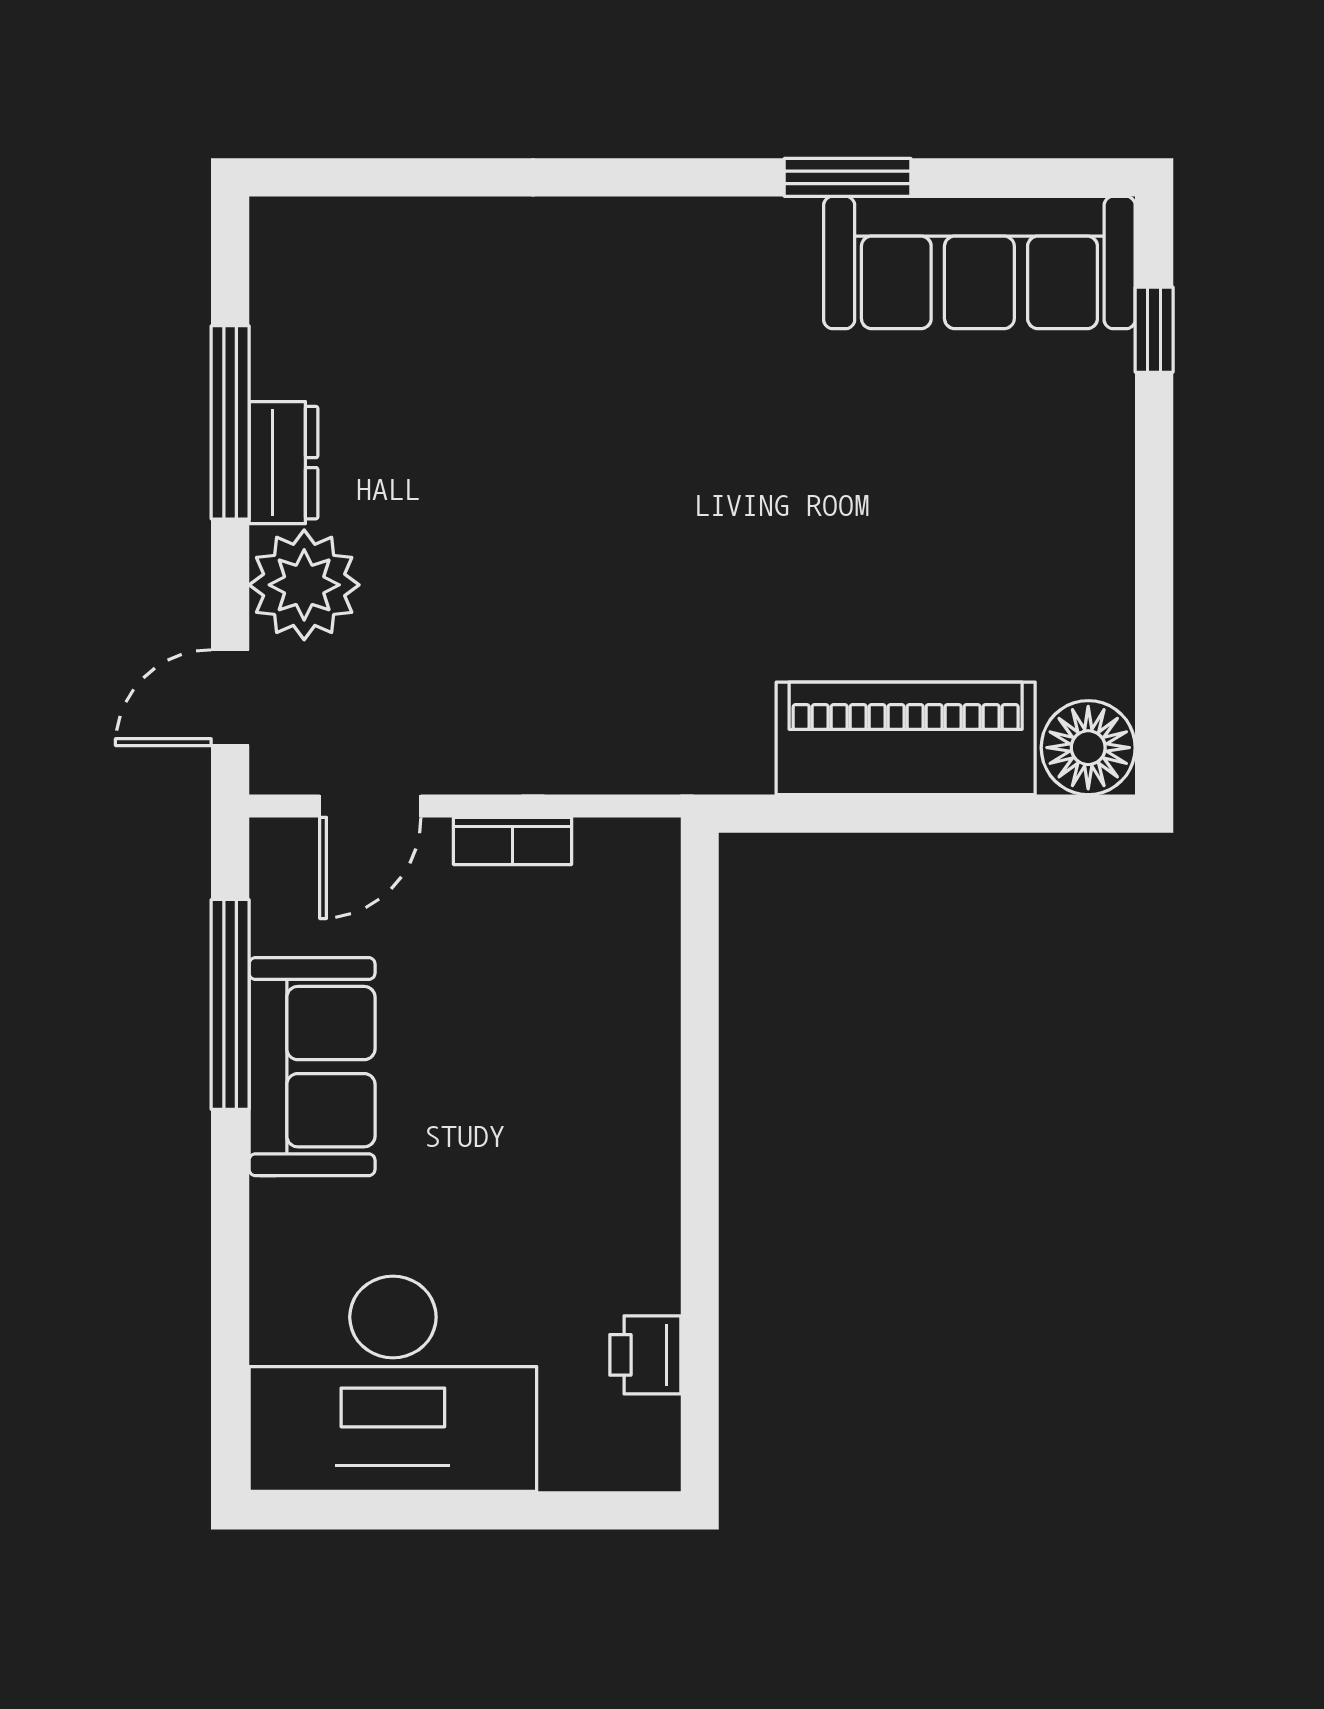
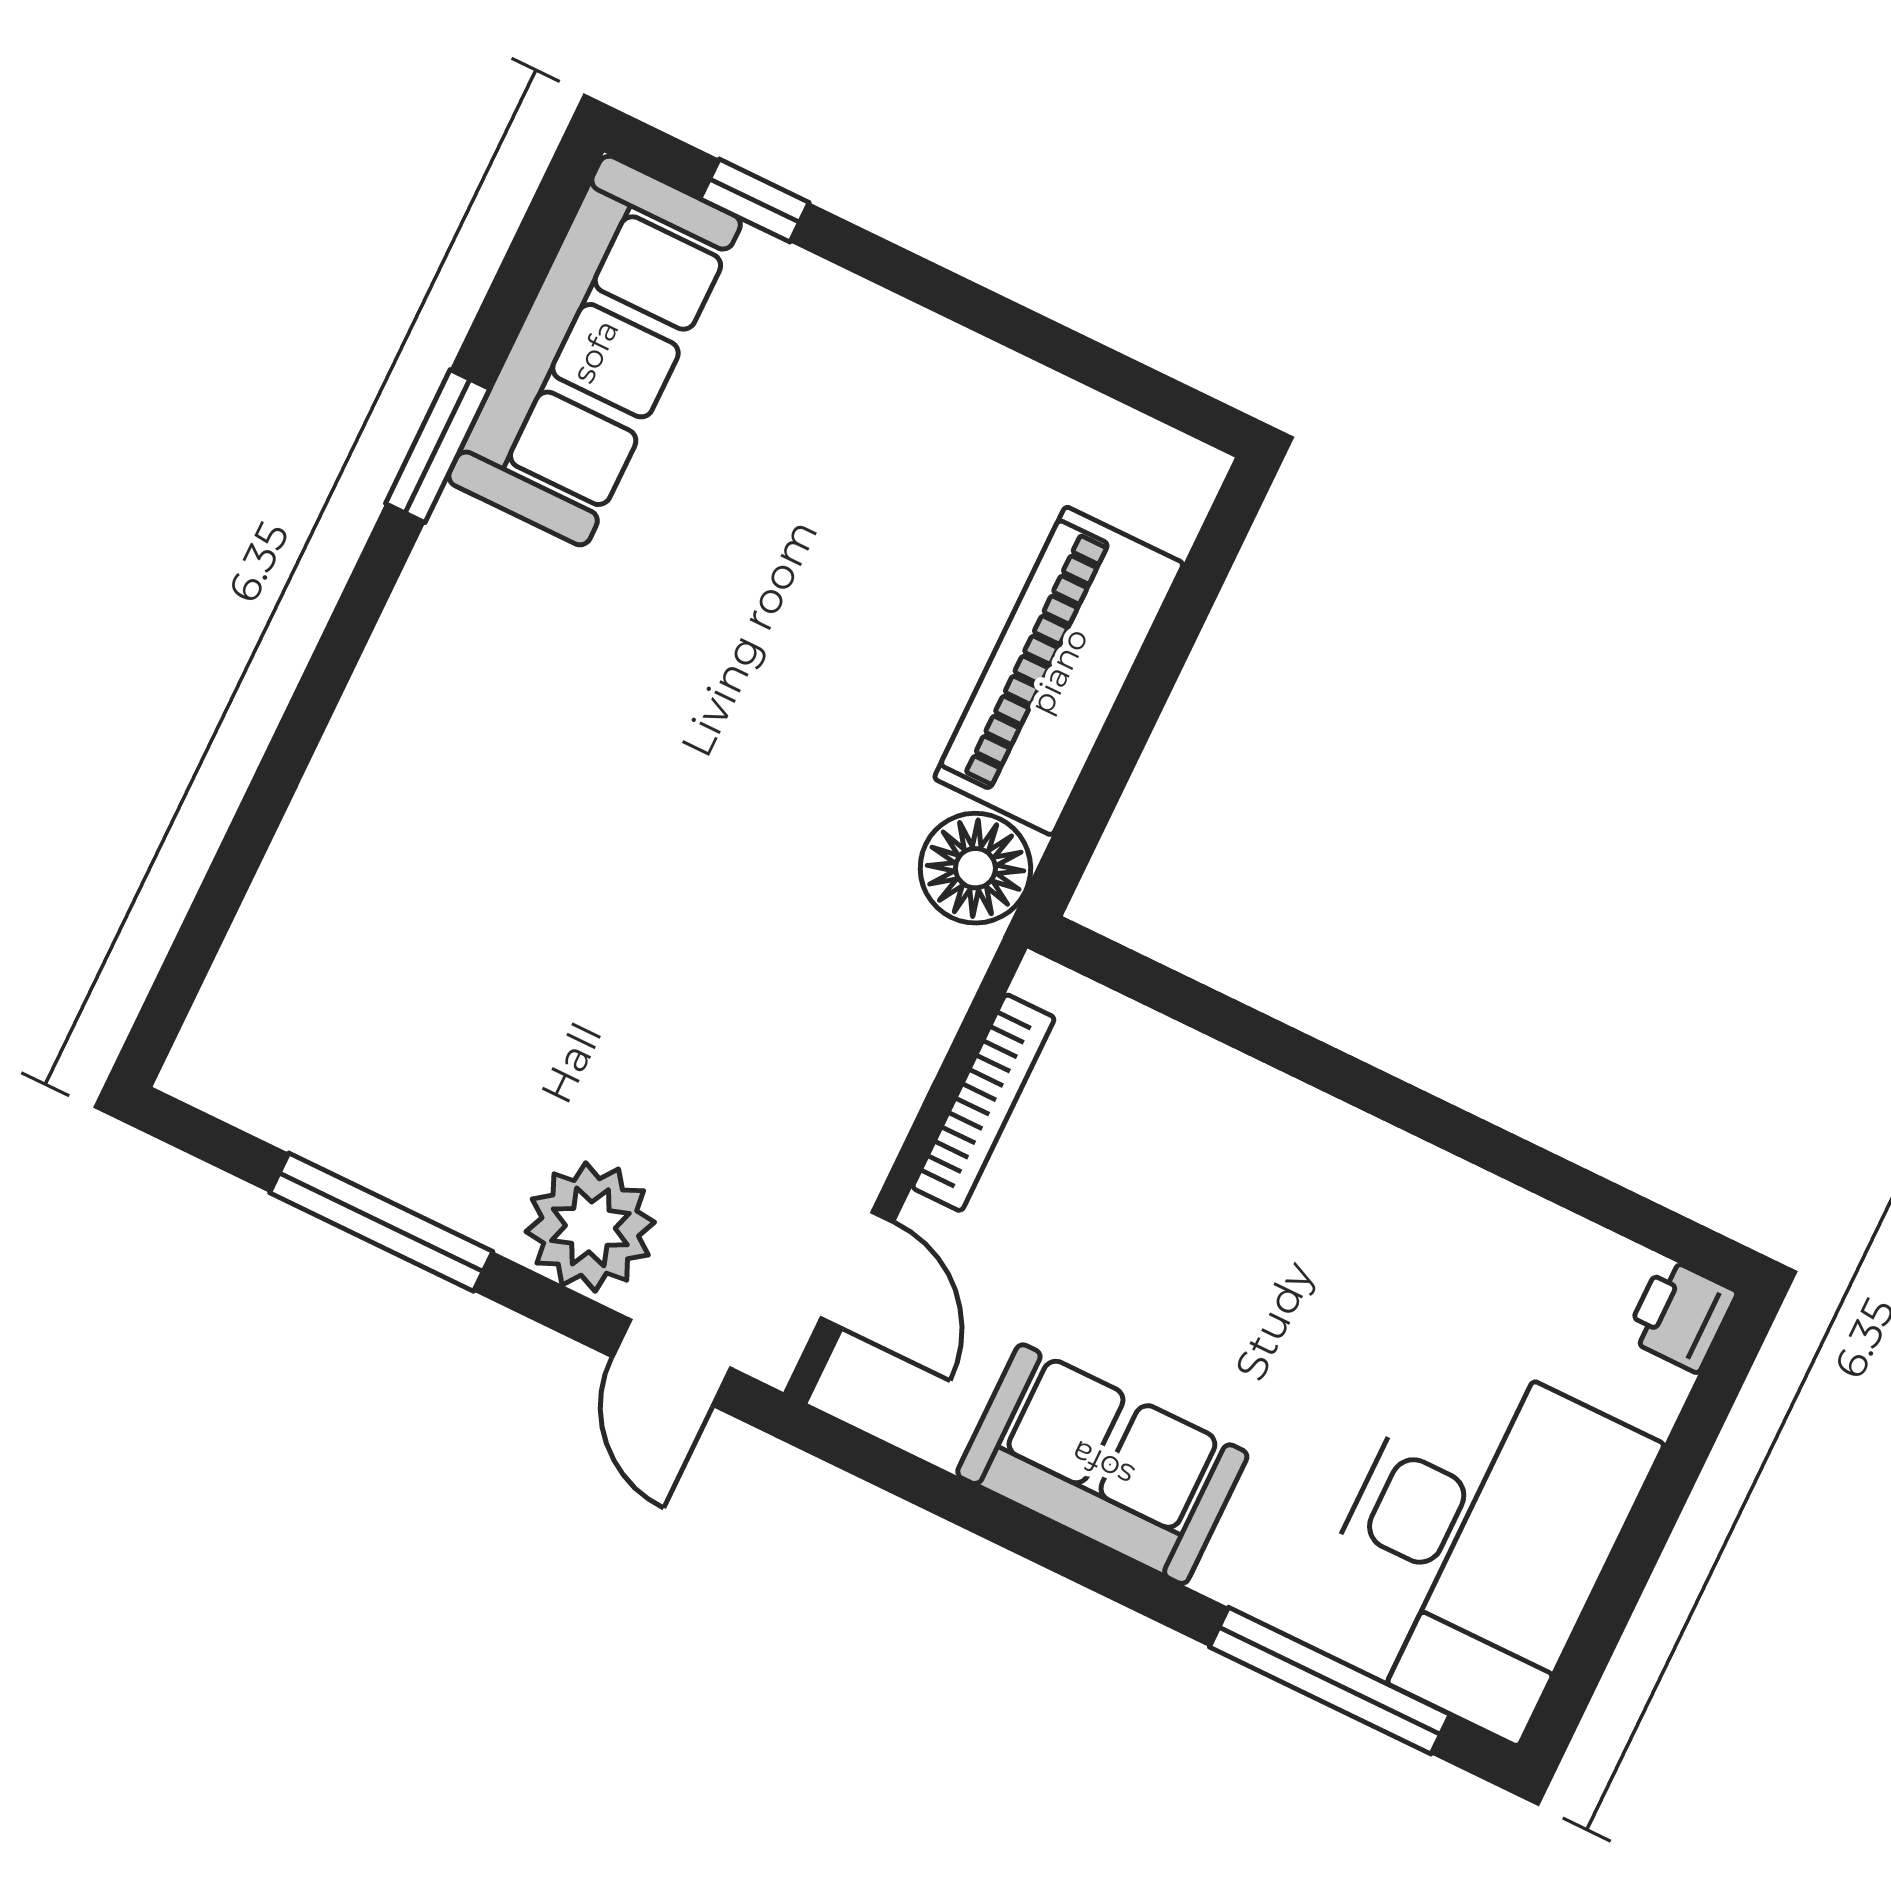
dresser: (283, 463) -> (451, 1186), removed
floor lamp: (1088, 748) -> (975, 868), moved
bookcase: (513, 841) -> (984, 1103), width x1.56
window: (230, 1004) -> (1330, 1681), moved
printer: (645, 1355) -> (1681, 1315), moved, turned 90

